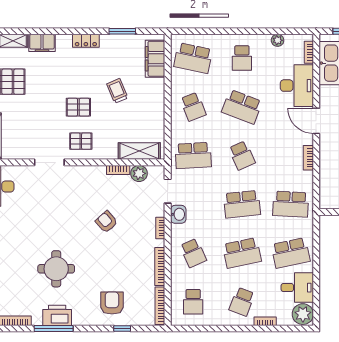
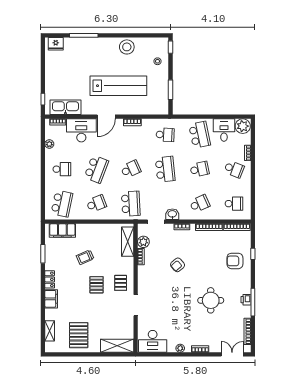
filing cabinet: (42, 43) -> (51, 299), moved
school desk: (291, 204) -> (165, 135), width x0.54
school desk: (242, 253) -> (200, 169), width x0.54
printer: (57, 315) -> (246, 300), width x0.53, depth x0.68

